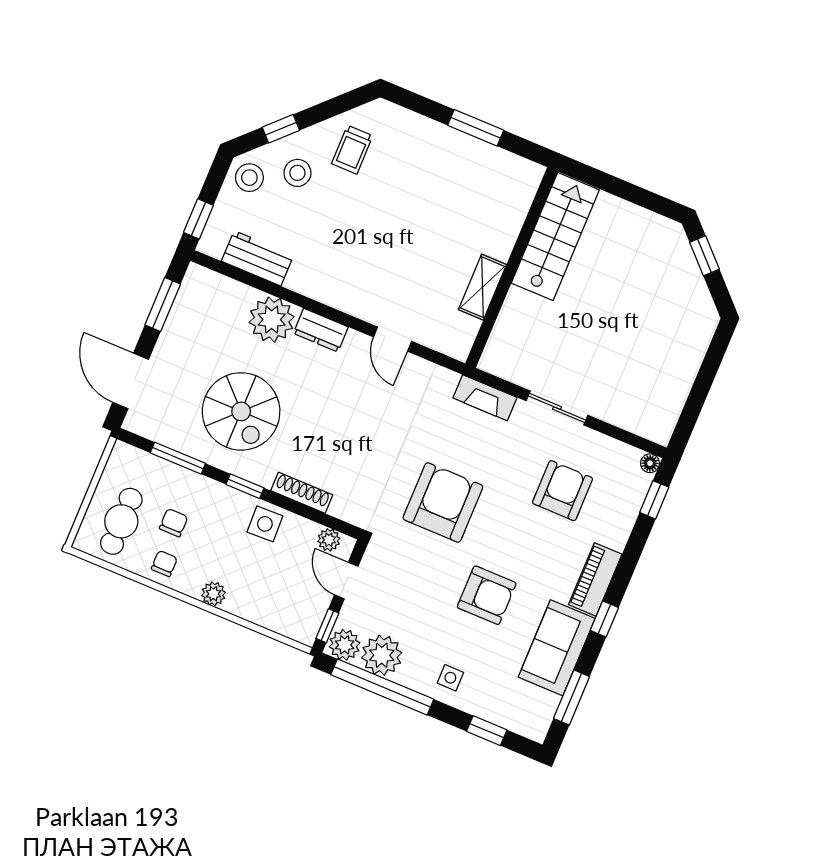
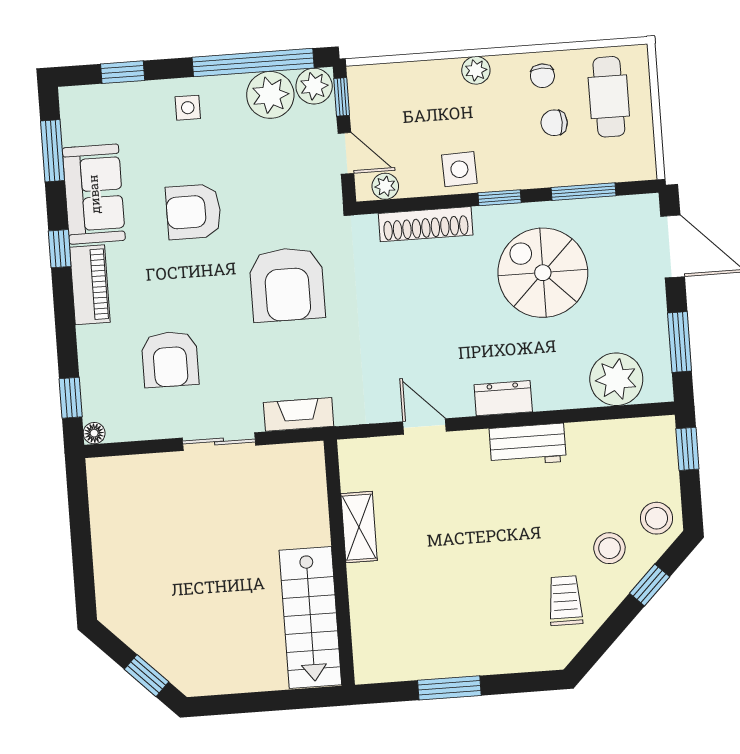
workbench: (257, 258) -> (528, 445), moved
plant: (272, 320) -> (616, 379), moved
shoe rack: (302, 493) -> (426, 224), width x1.36, depth x1.24
chair: (174, 523) -> (554, 123), turned 90

